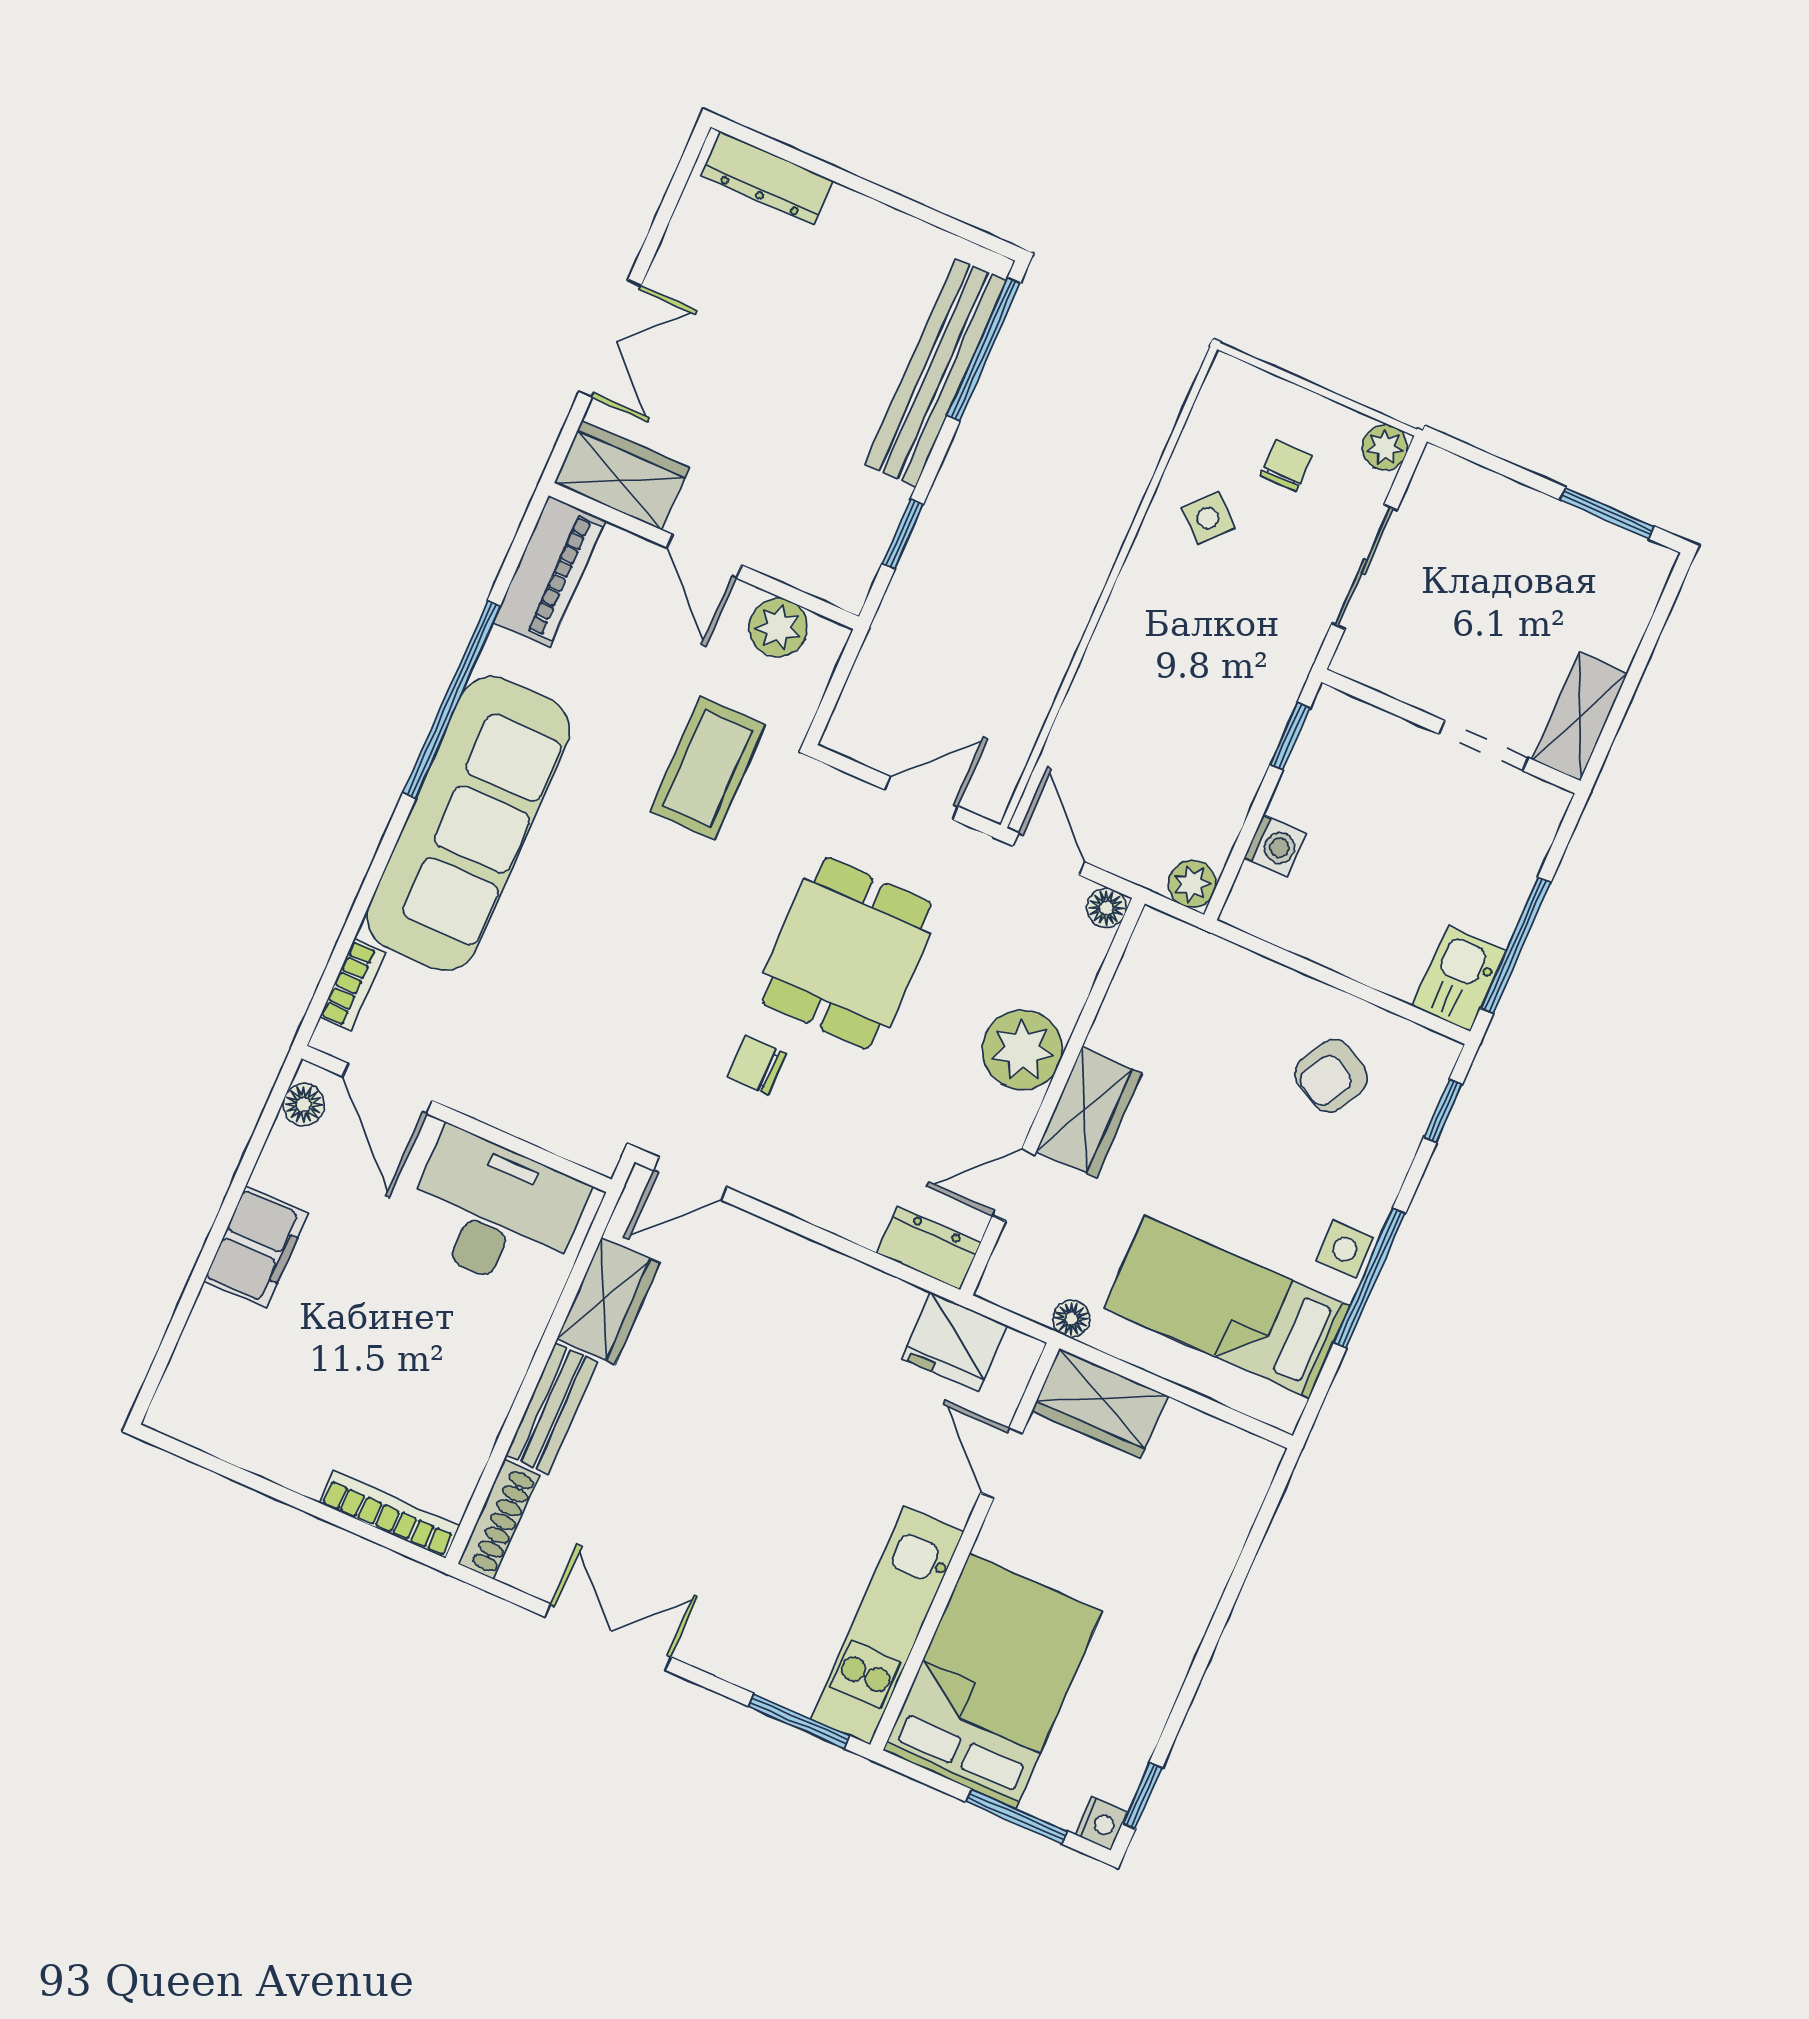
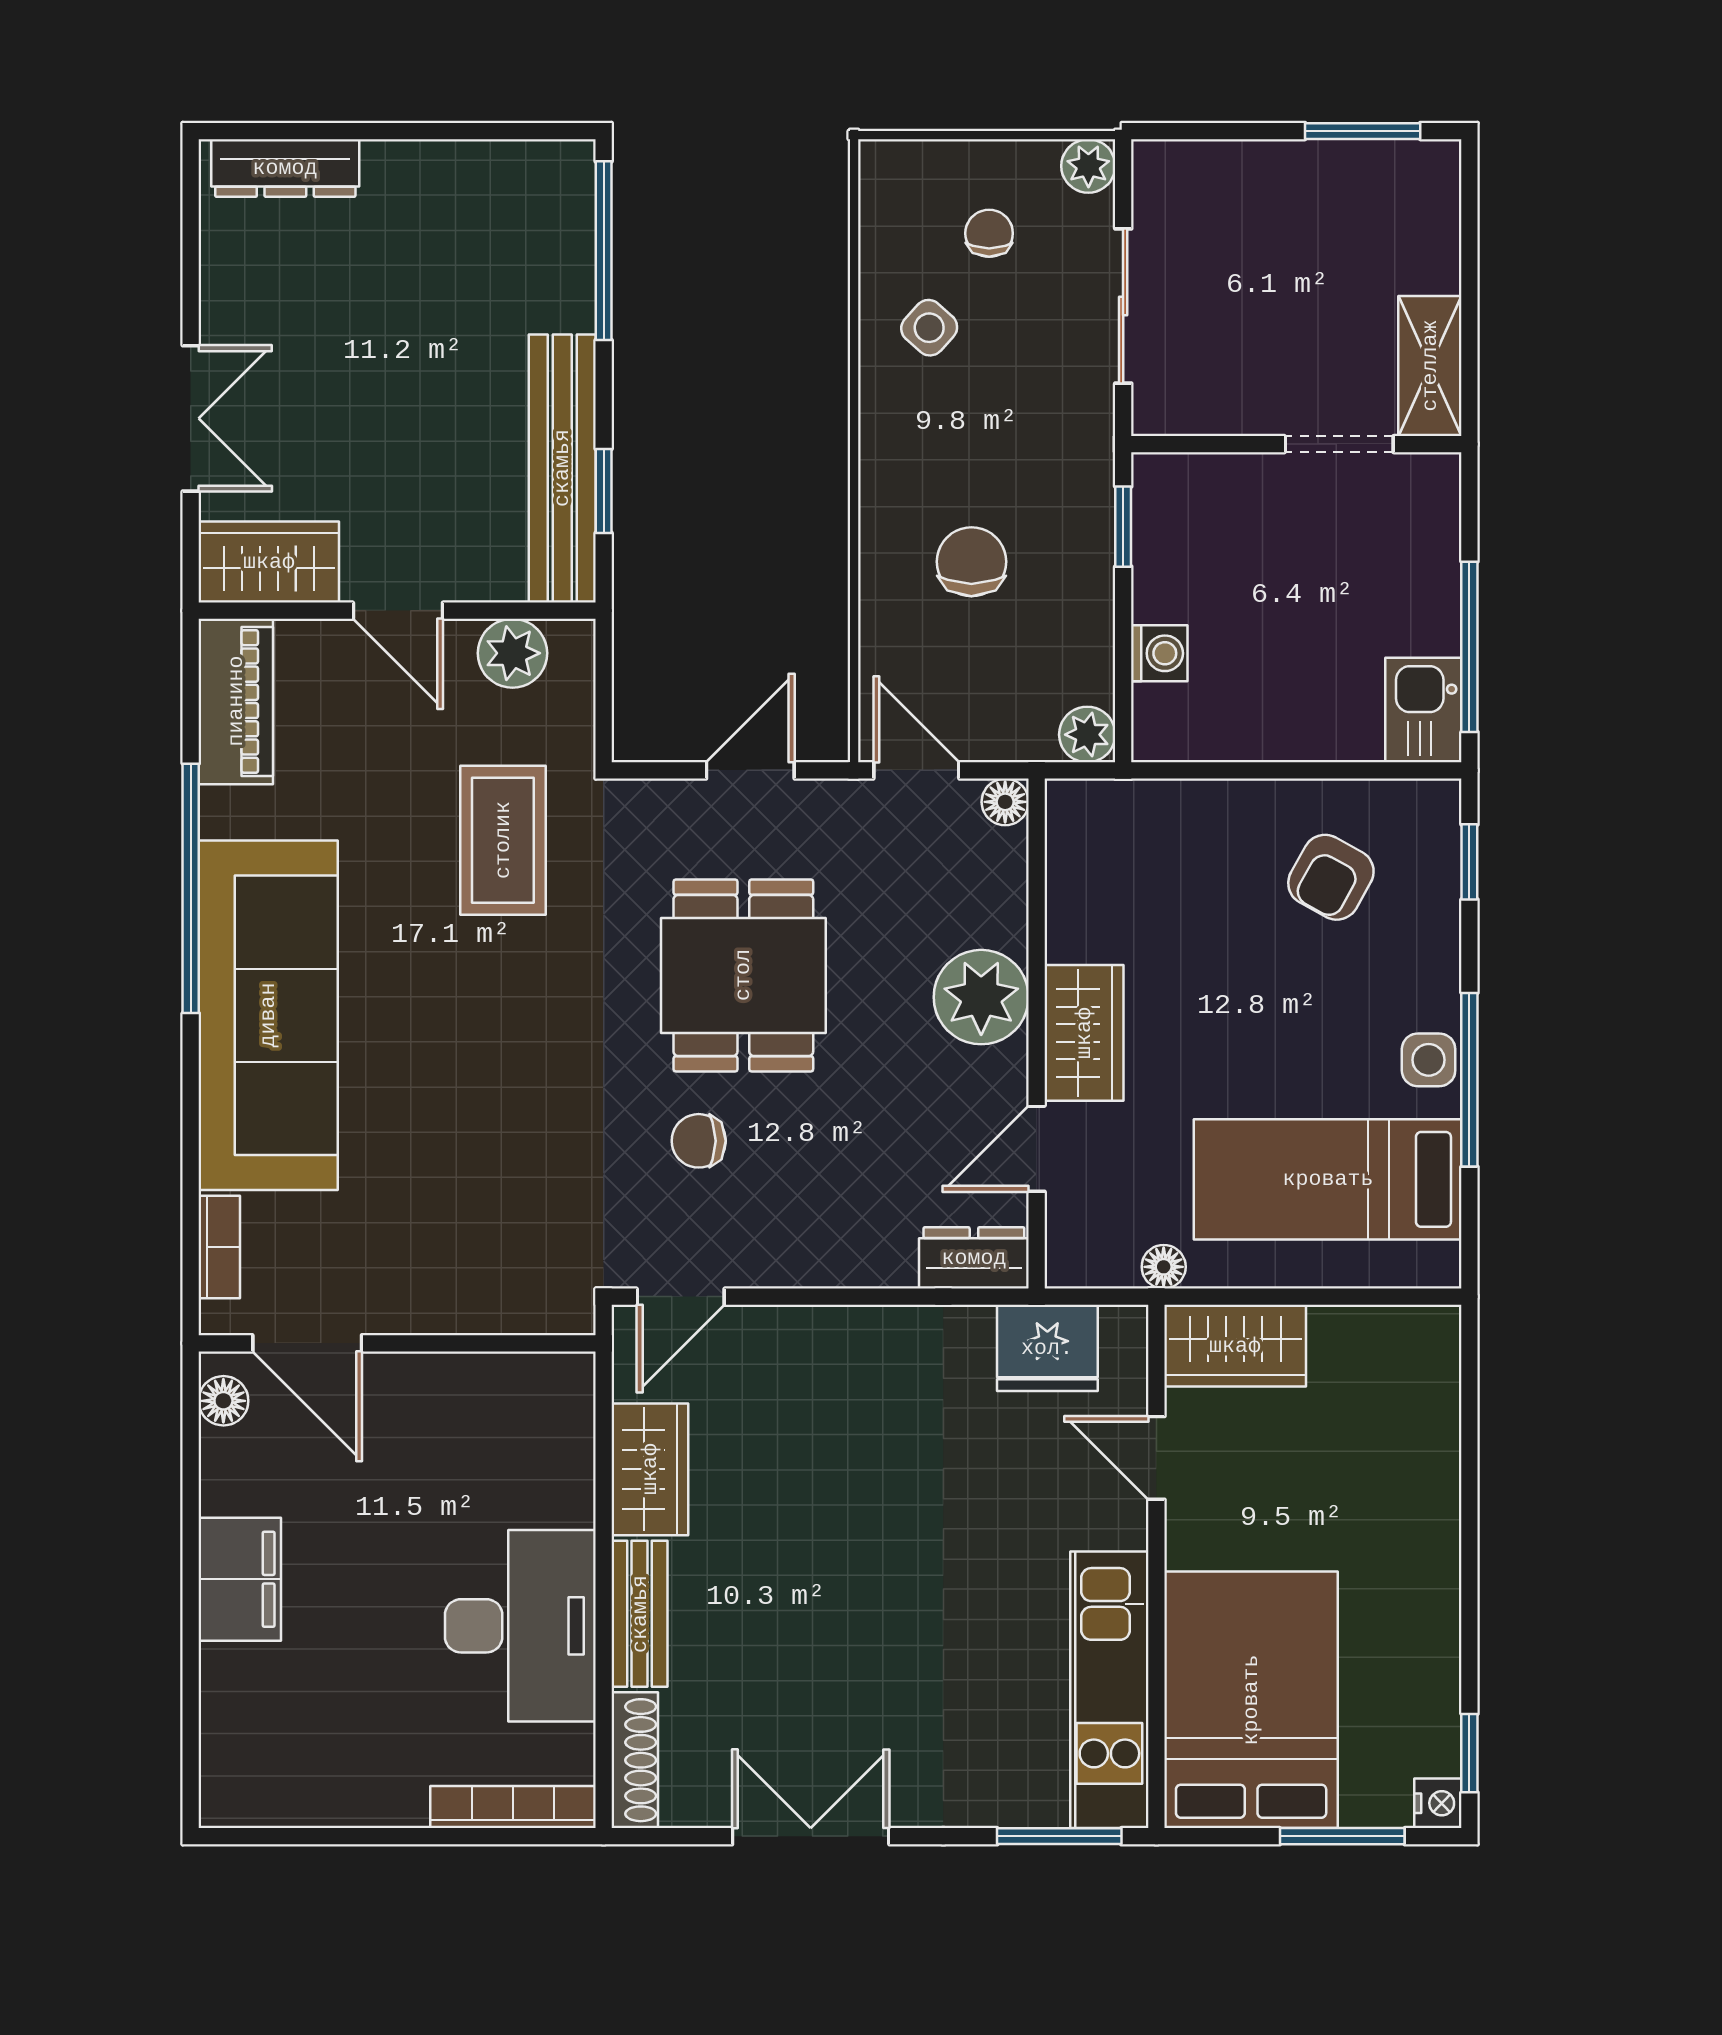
bench: (935, 373) -> (562, 468), moved
chair: (1162, 712) -> (971, 562), added
desk: (495, 1212) -> (520, 1626), moved, turned 90

